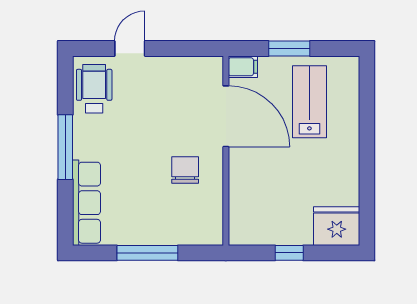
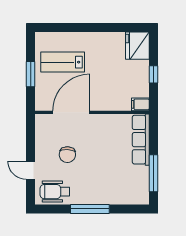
filing cabinet: (243, 67) -> (140, 104), moved, turned -90
chair: (185, 170) -> (67, 155), moved, turned -87
row of seats: (86, 203) -> (141, 140), moved, turned -90
window: (147, 253) -> (154, 173), moved

